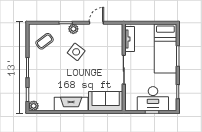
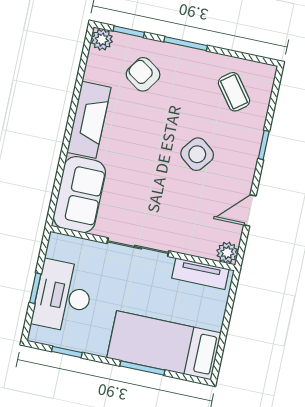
door: (96, 23) -> (250, 210), swing flipped
plant: (73, 29) -> (227, 253), moved
armchair: (45, 84) -> (143, 74), added

